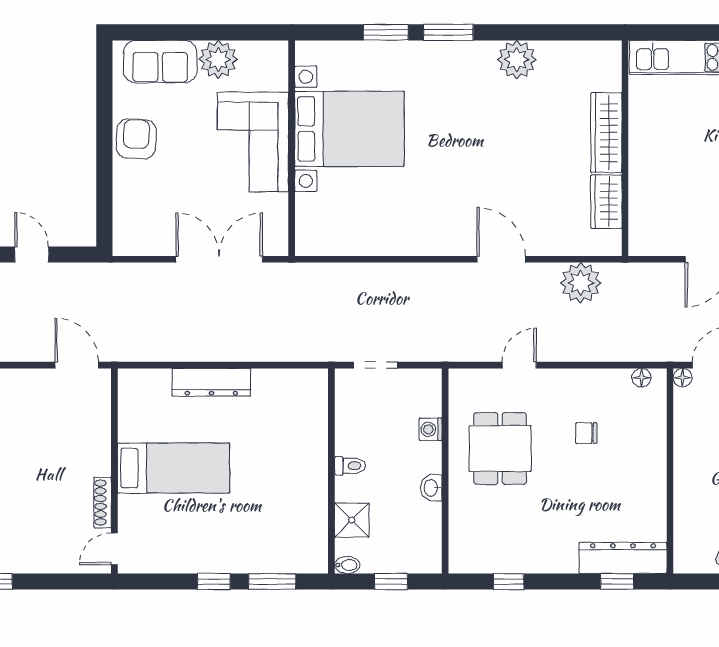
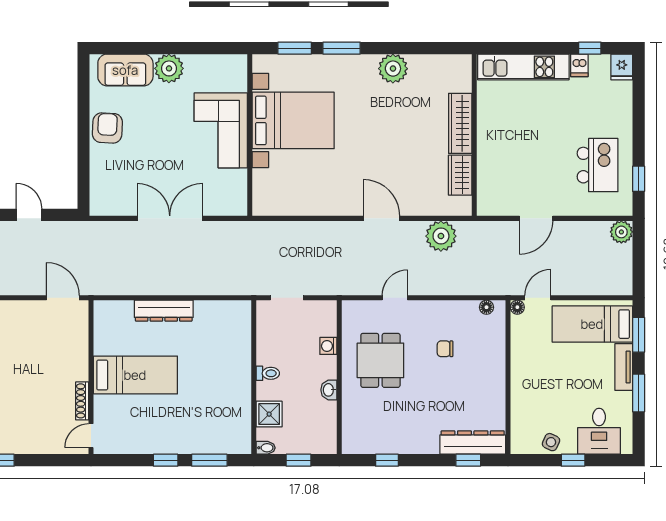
bed with nightstands: (349, 129) -> (293, 120), moved
corner sofa: (253, 142) -> (221, 130), moved
wall: (292, 148) -> (250, 135), moved

